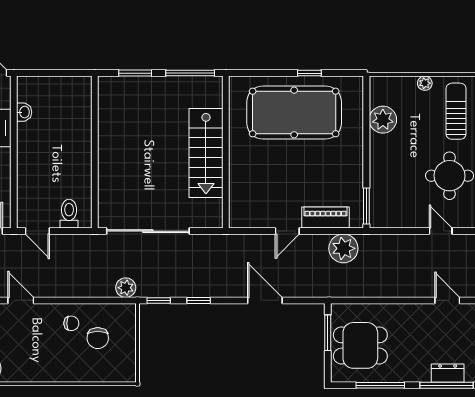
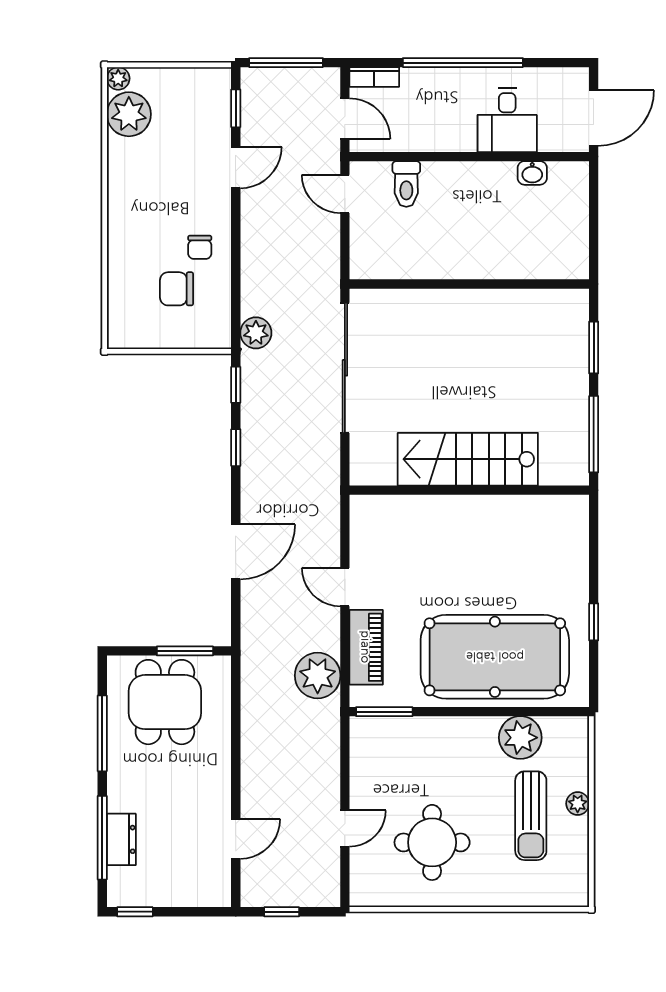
sun lounger: (456, 111) -> (531, 816), moved, turned 90
pool table: (294, 112) -> (495, 657), moved, turned 90
toilet: (69, 214) -> (406, 184), moved, turned 90
door: (37, 231) -> (345, 194), hinge flipped

